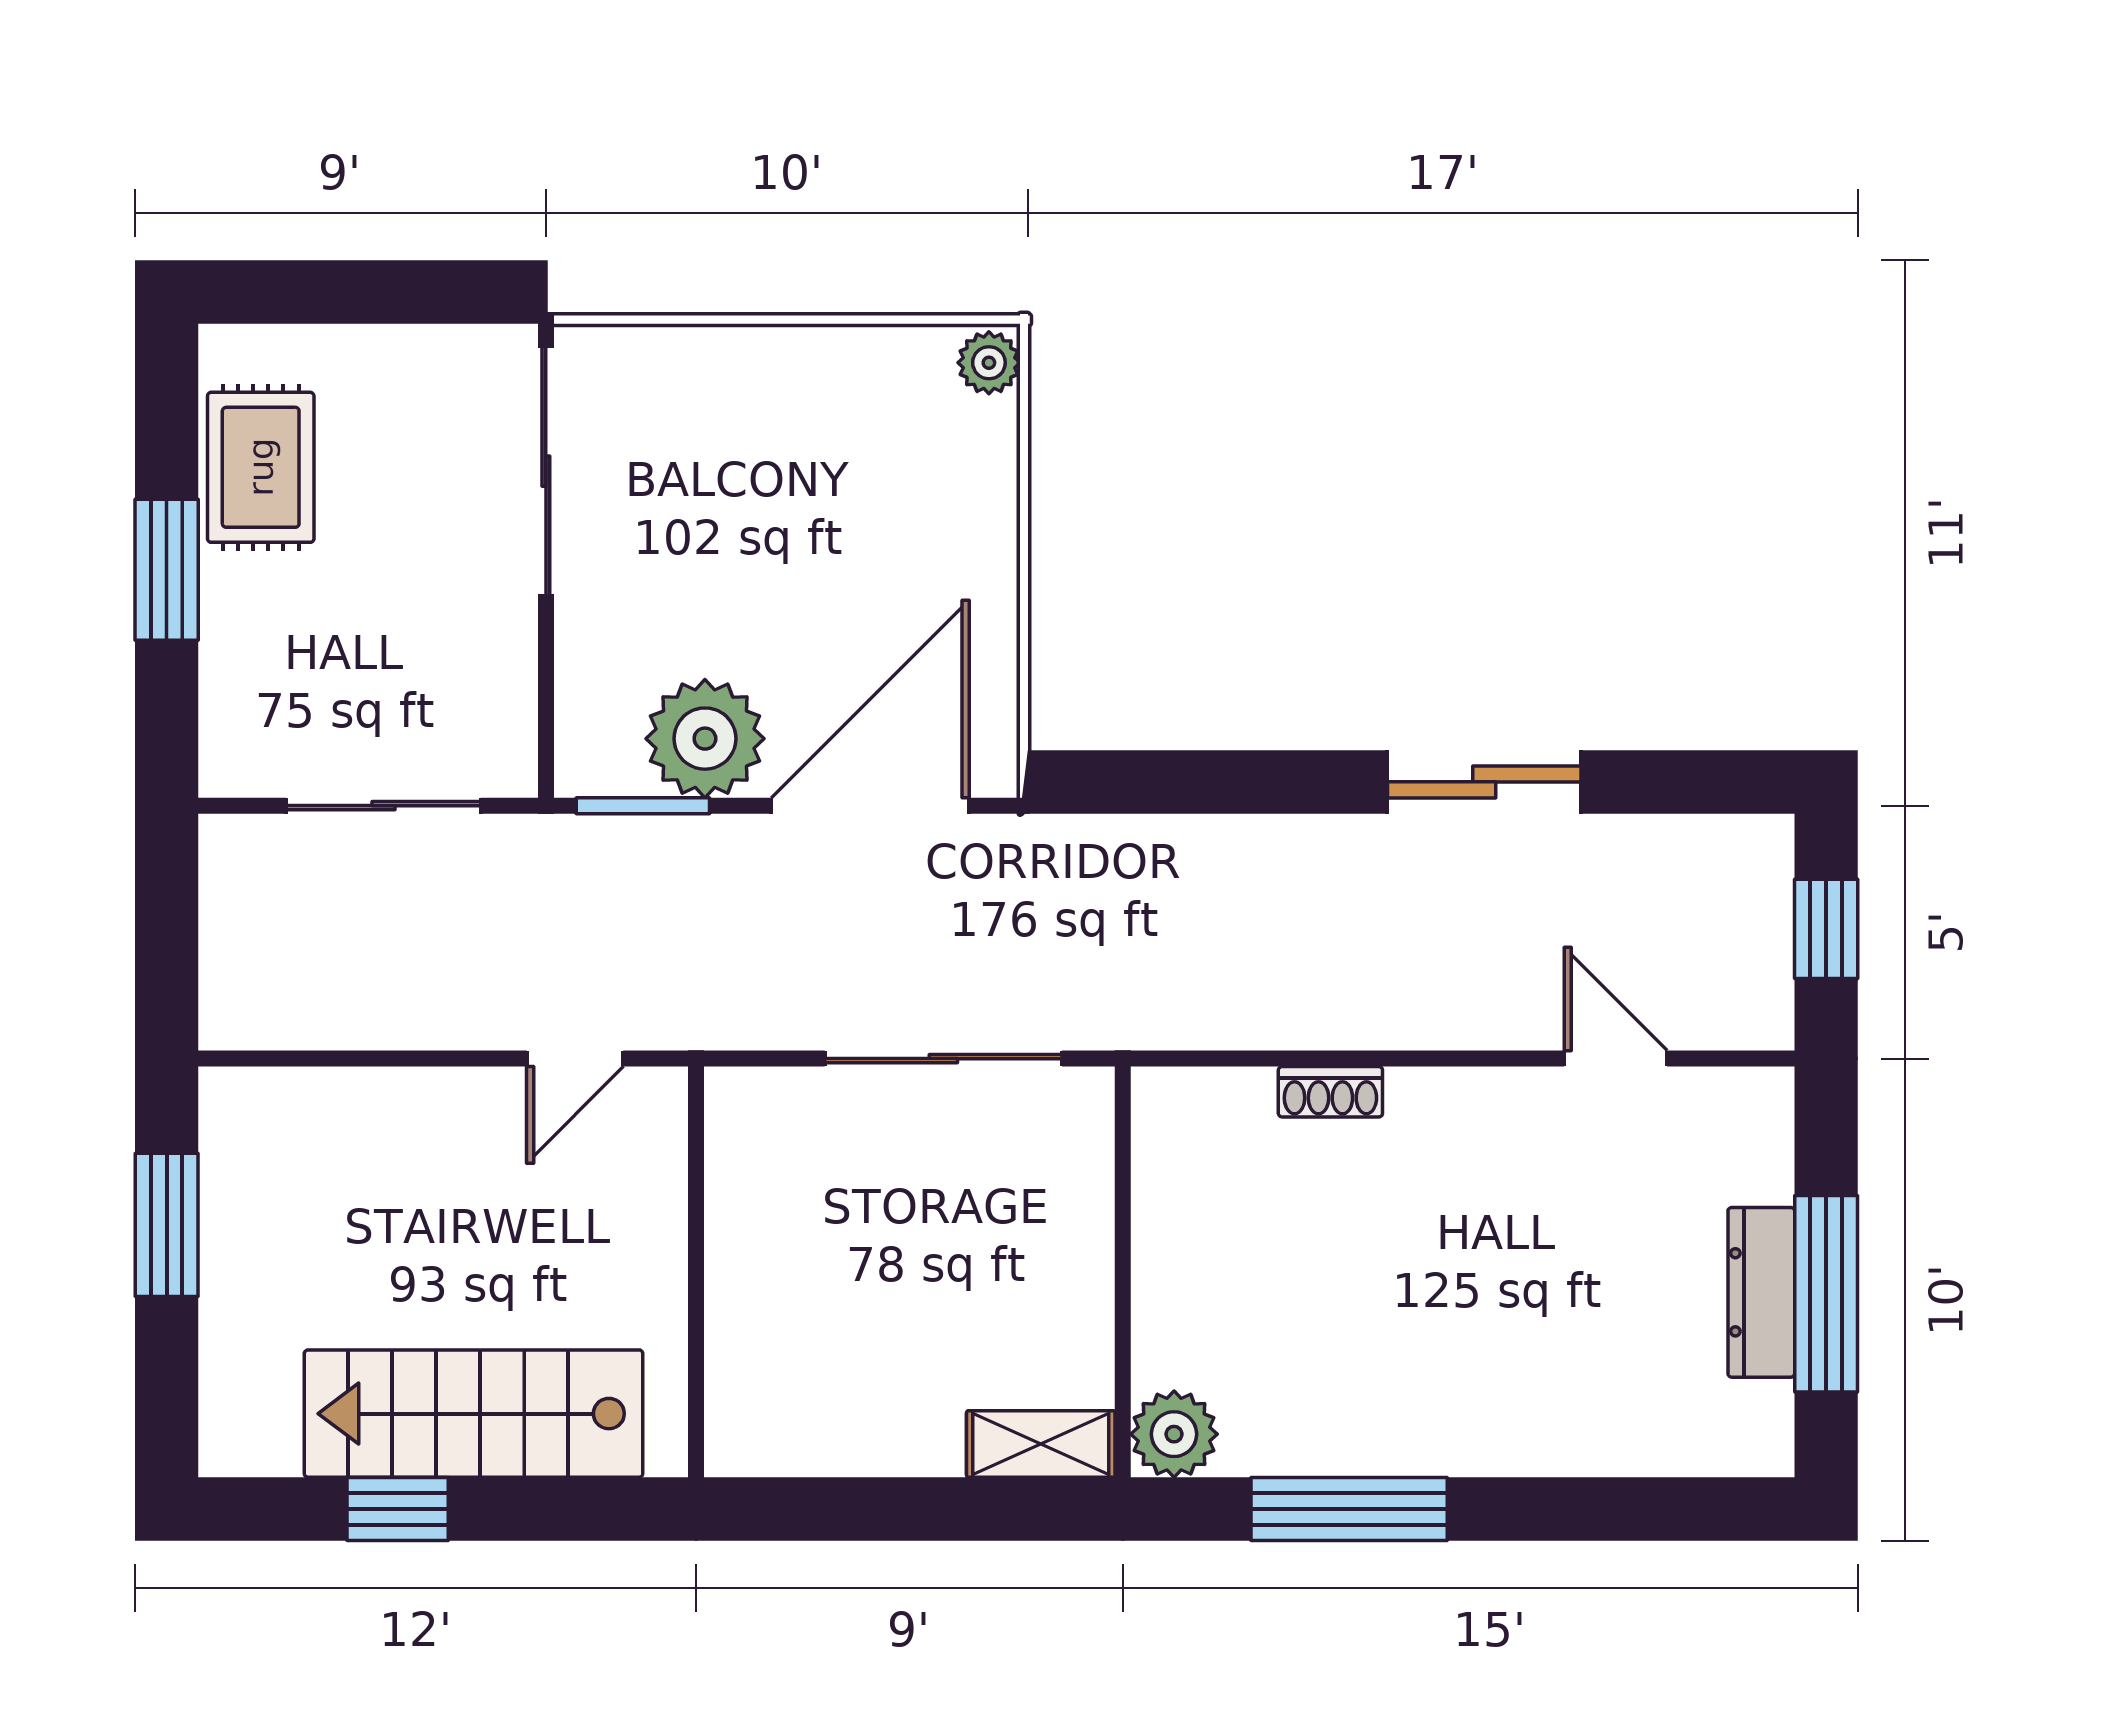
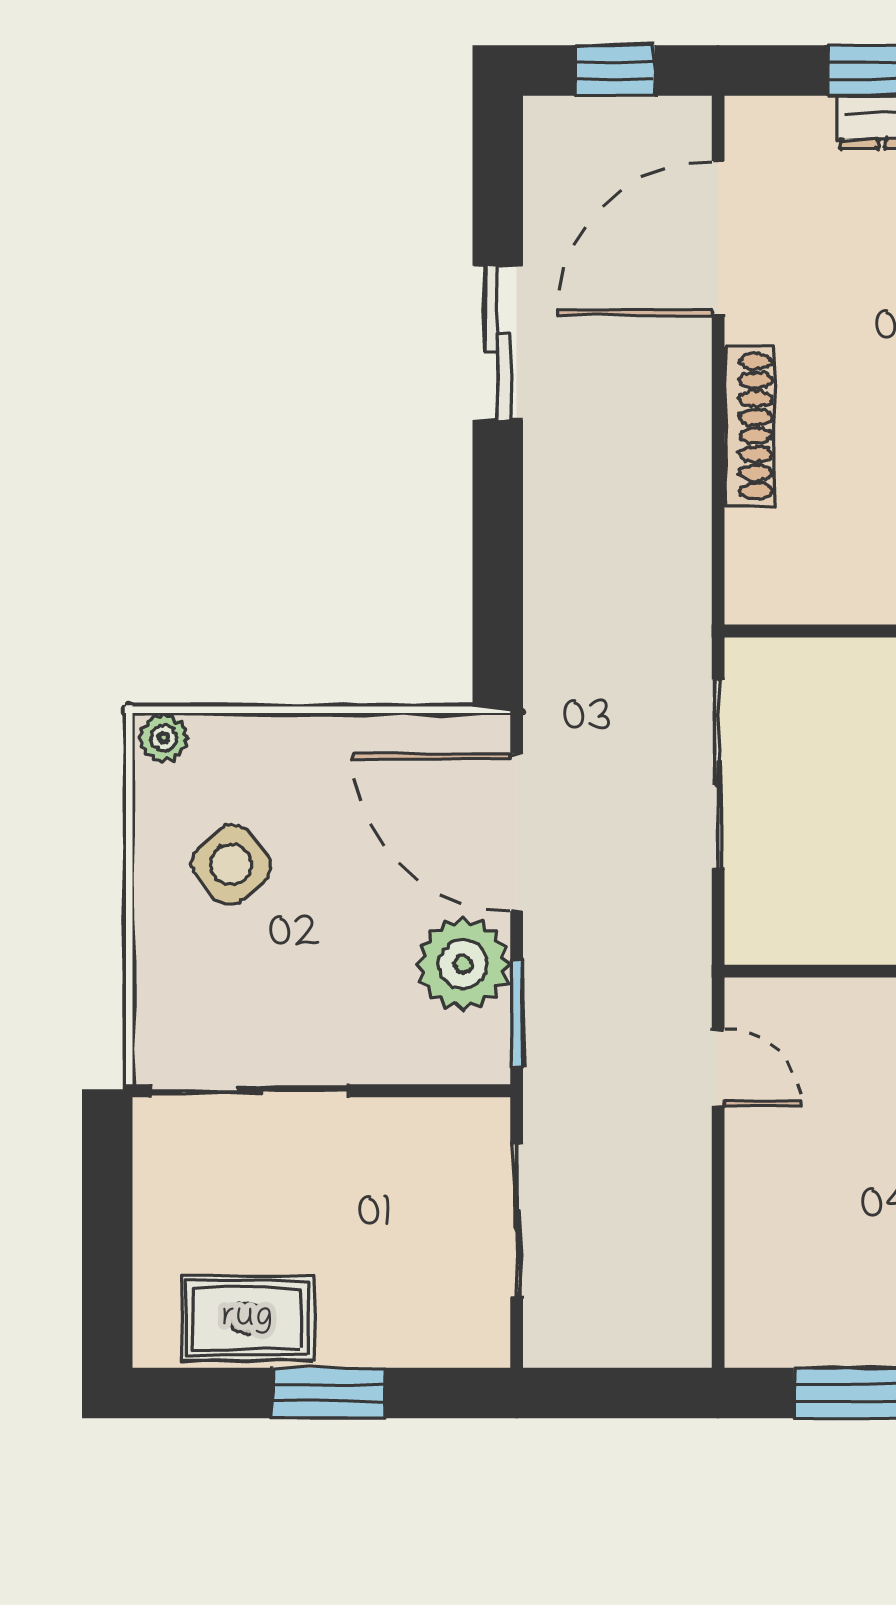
side table: (830, 447) -> (231, 864), added
door: (1616, 1059) -> (718, 238), width x1.87
shoe rack: (1330, 1092) -> (749, 426), width x1.94, depth x1.24

